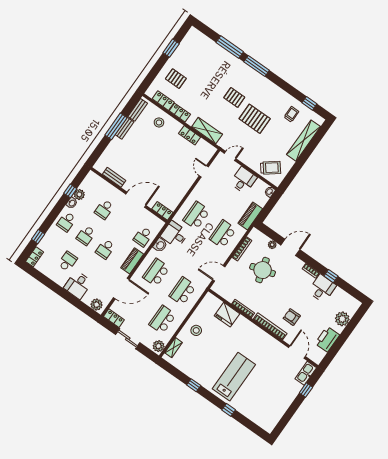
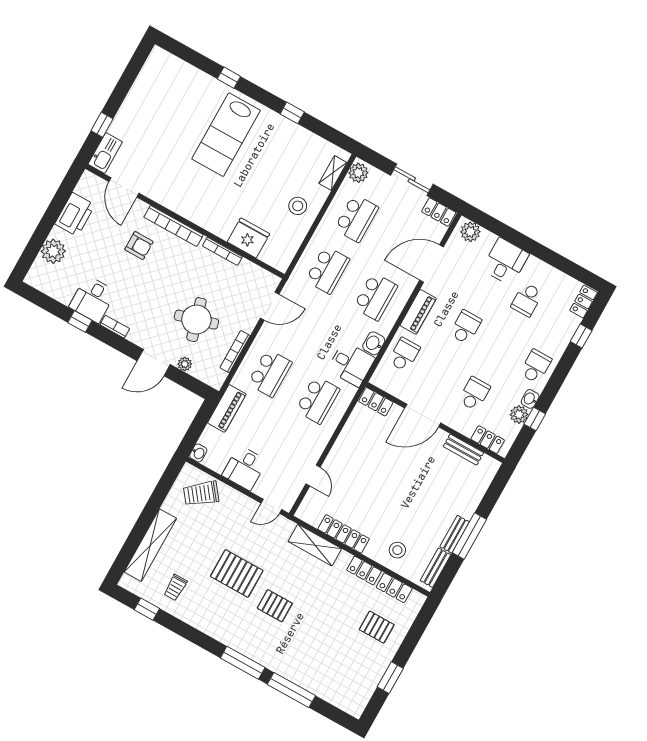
locker: (190, 135) -> (344, 534), width x1.53
locker: (99, 182) -> (488, 440), added
school desk: (86, 235) -> (501, 347), removed

